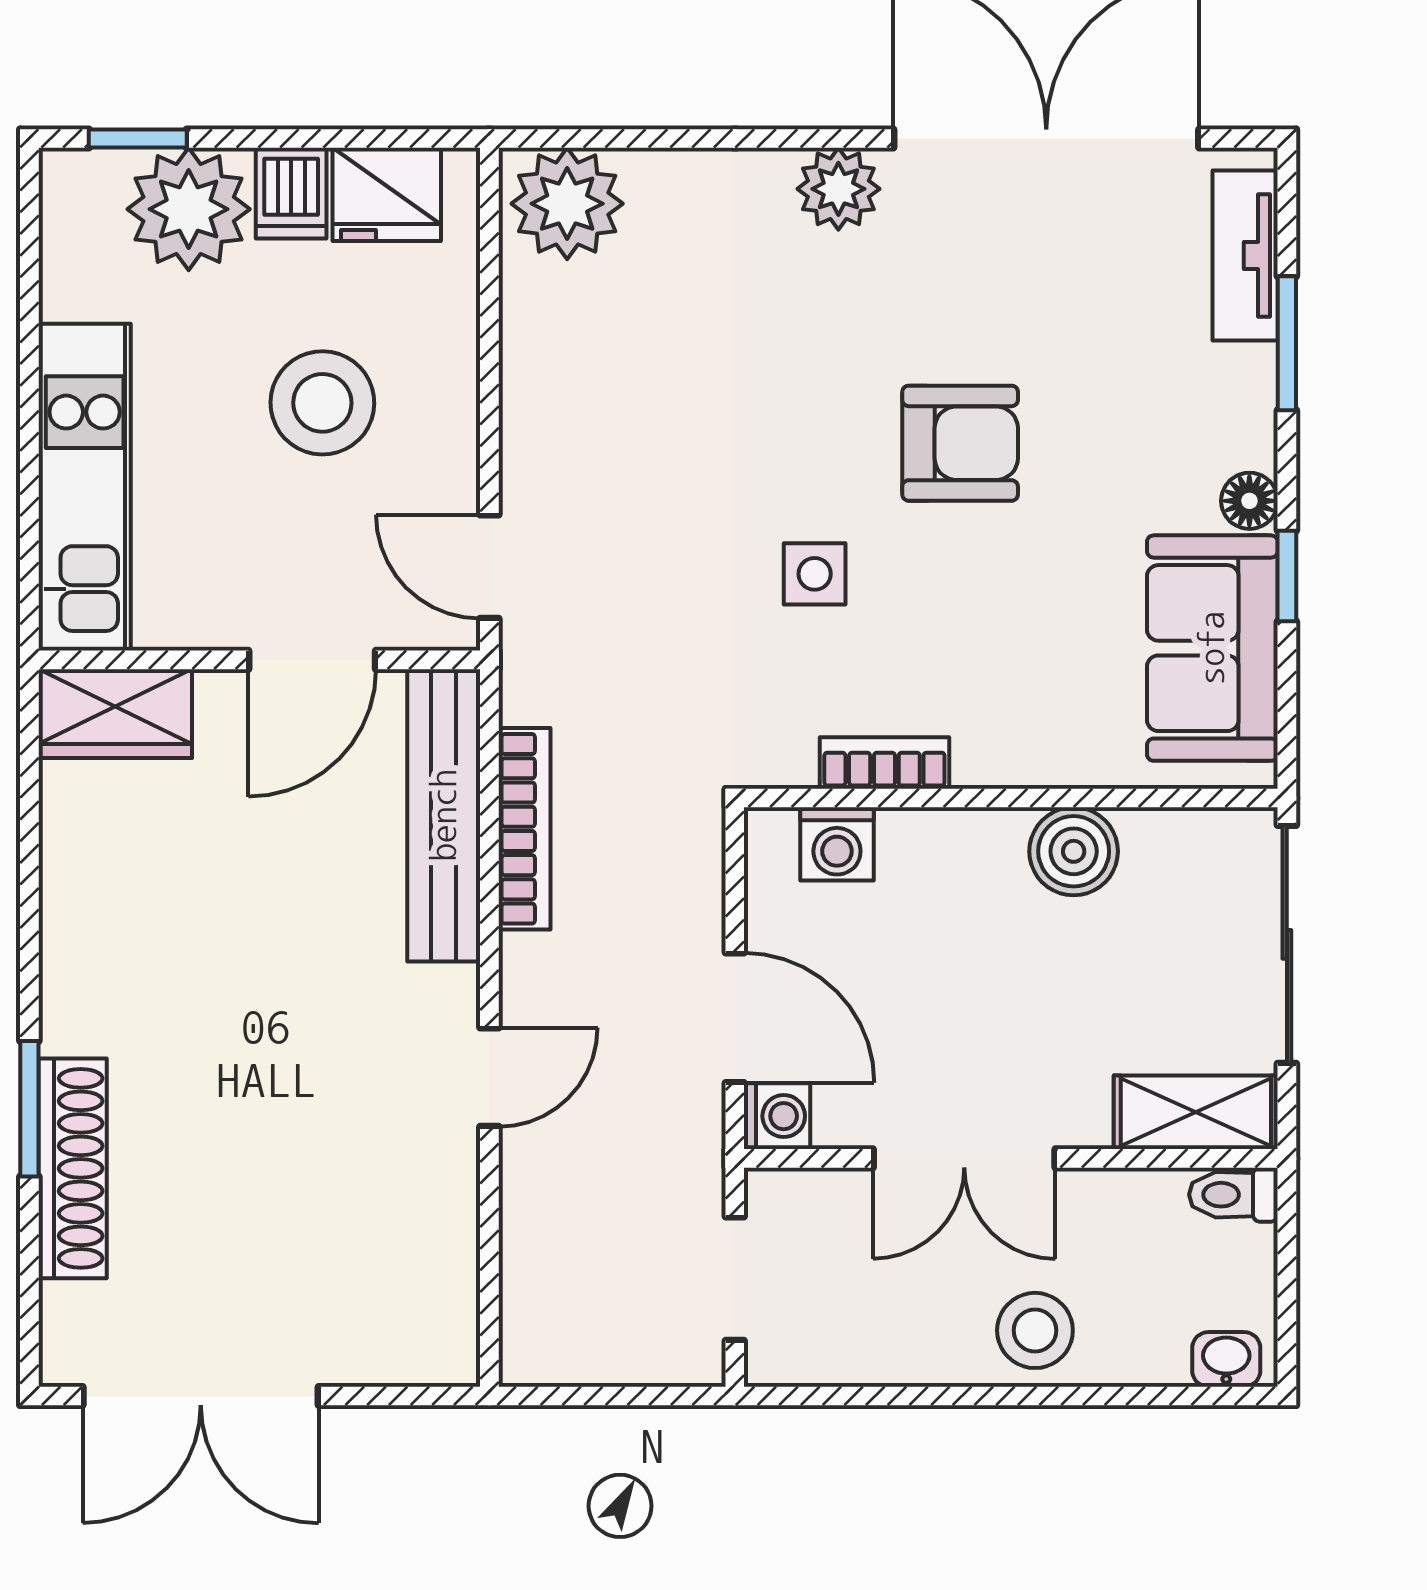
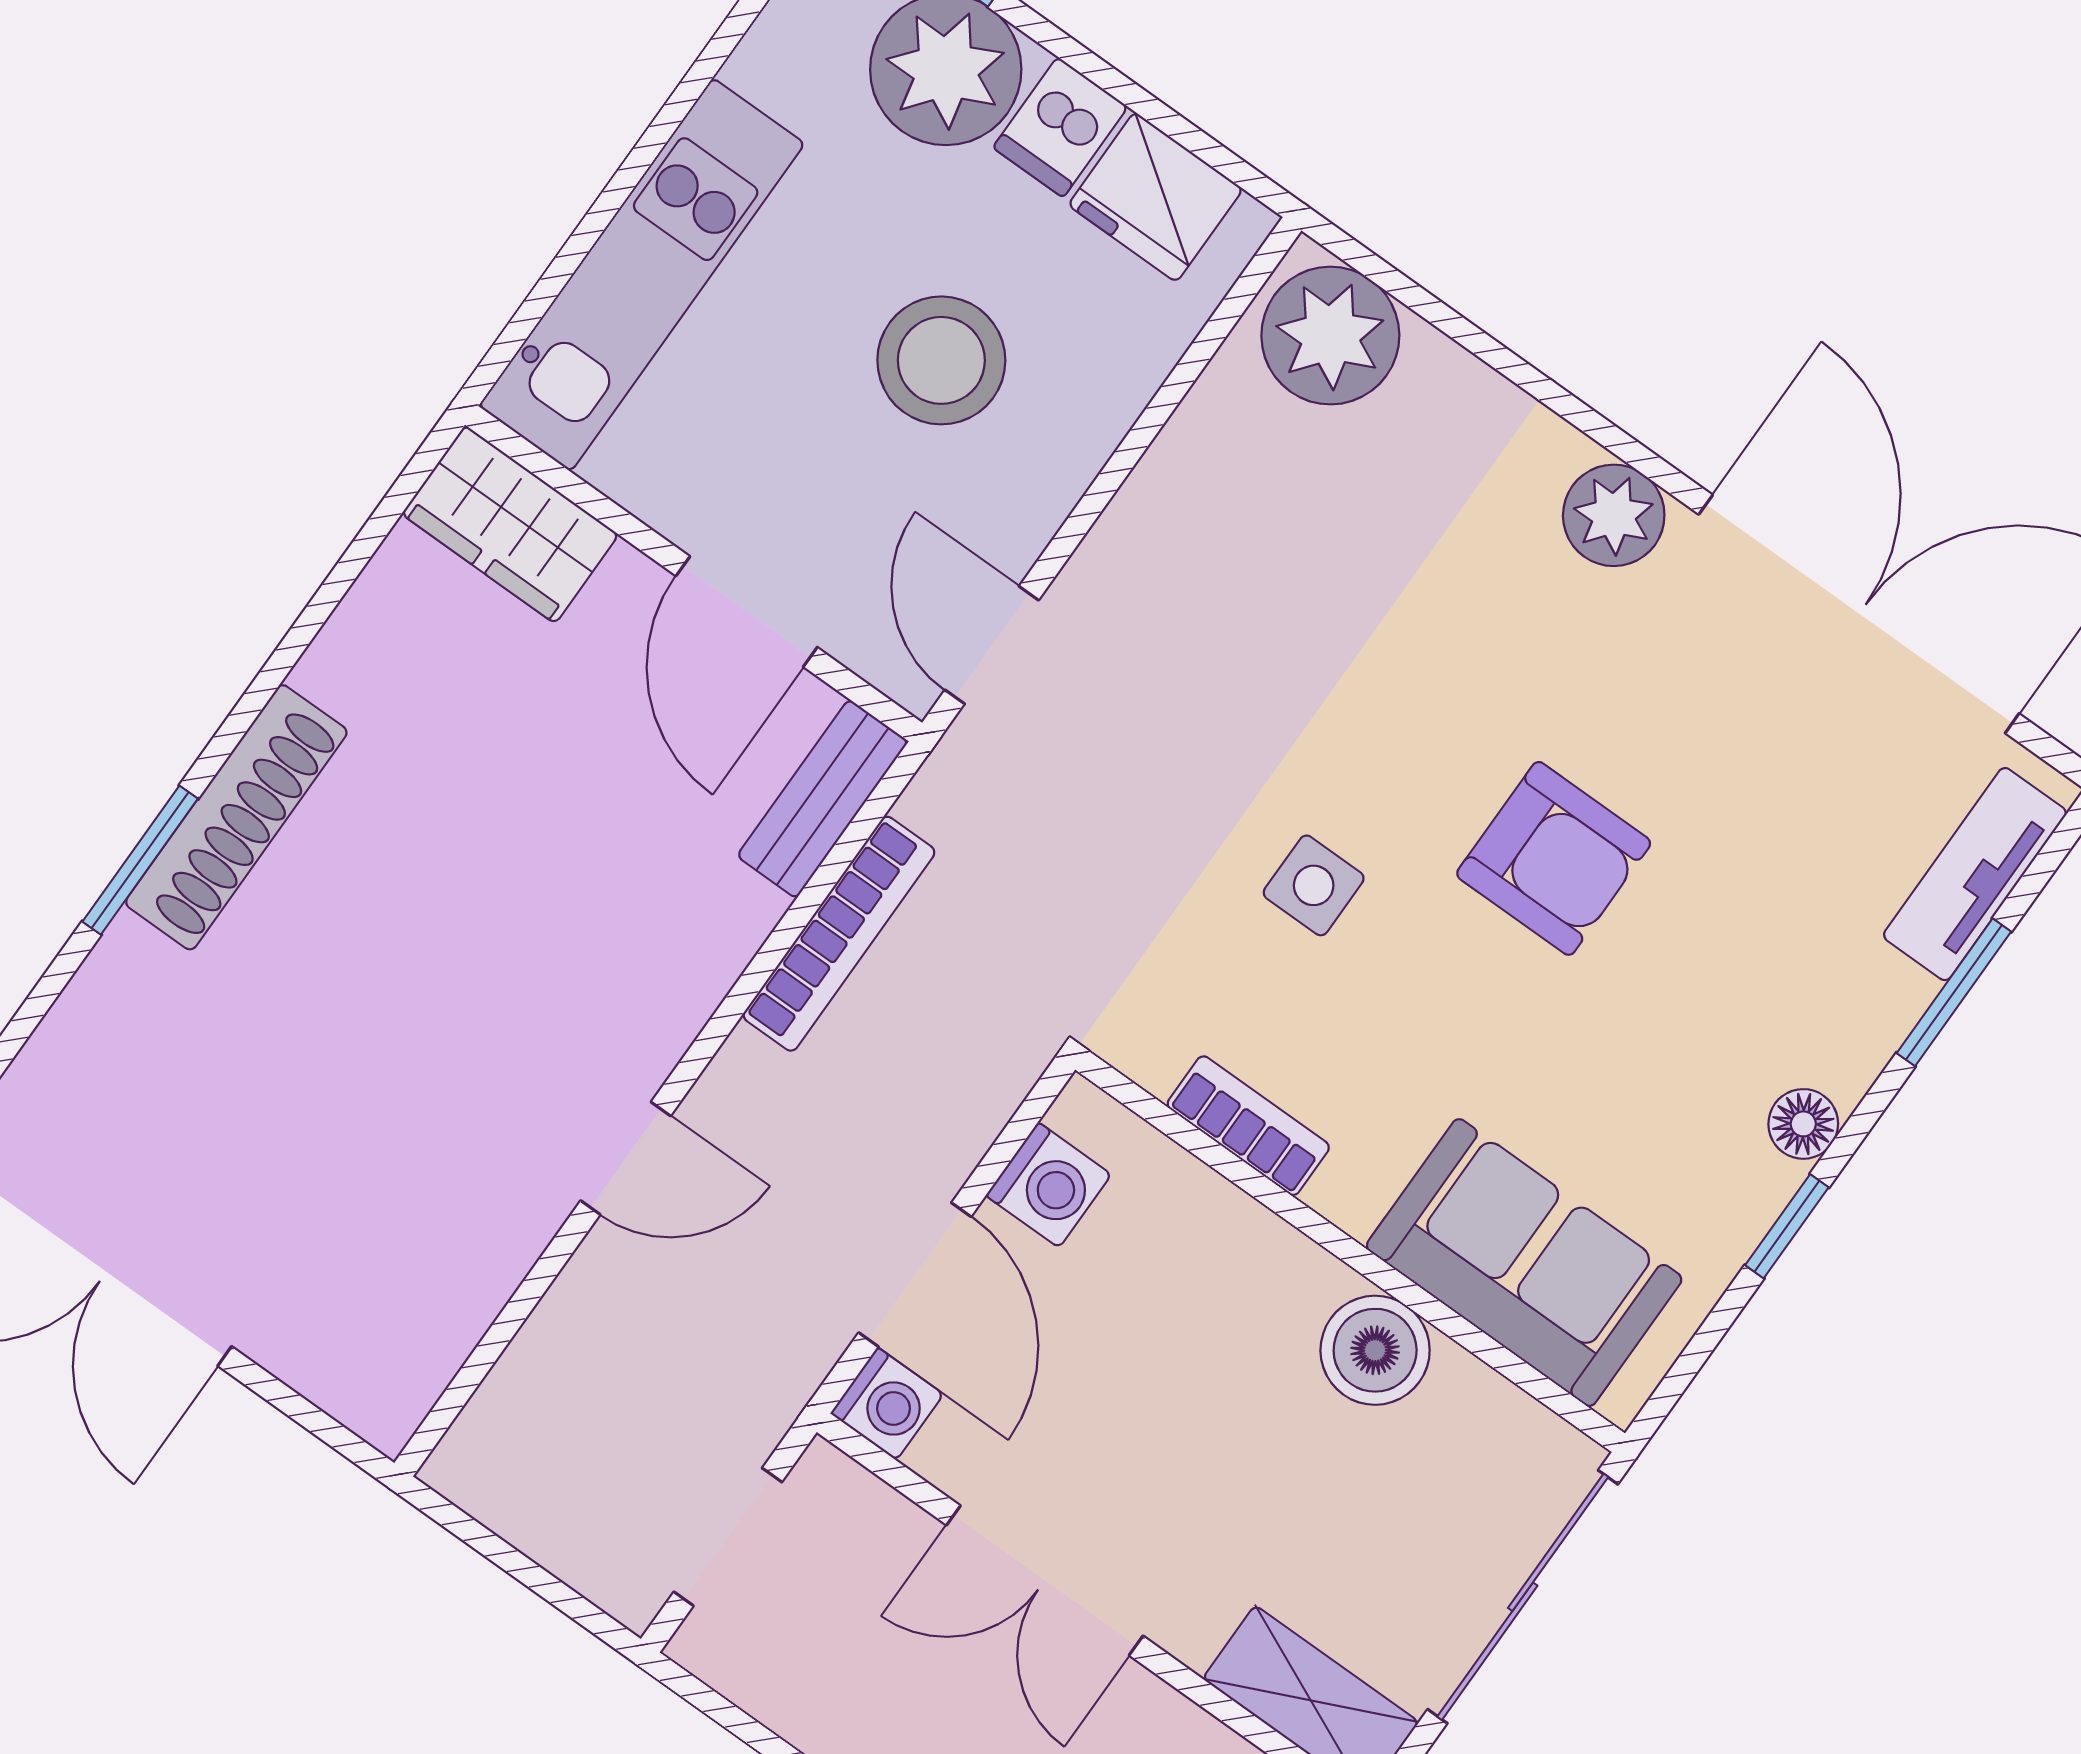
sofa: (1212, 648) -> (1524, 1263), moved, turned 90
door: (312, 660) -> (747, 612), hinge flipped
bench: (444, 815) -> (823, 799), width x0.54, depth x0.82
washing machine: (837, 844) -> (1049, 1185), moved, turned -90
shoe rack: (73, 1168) -> (236, 817), moved

